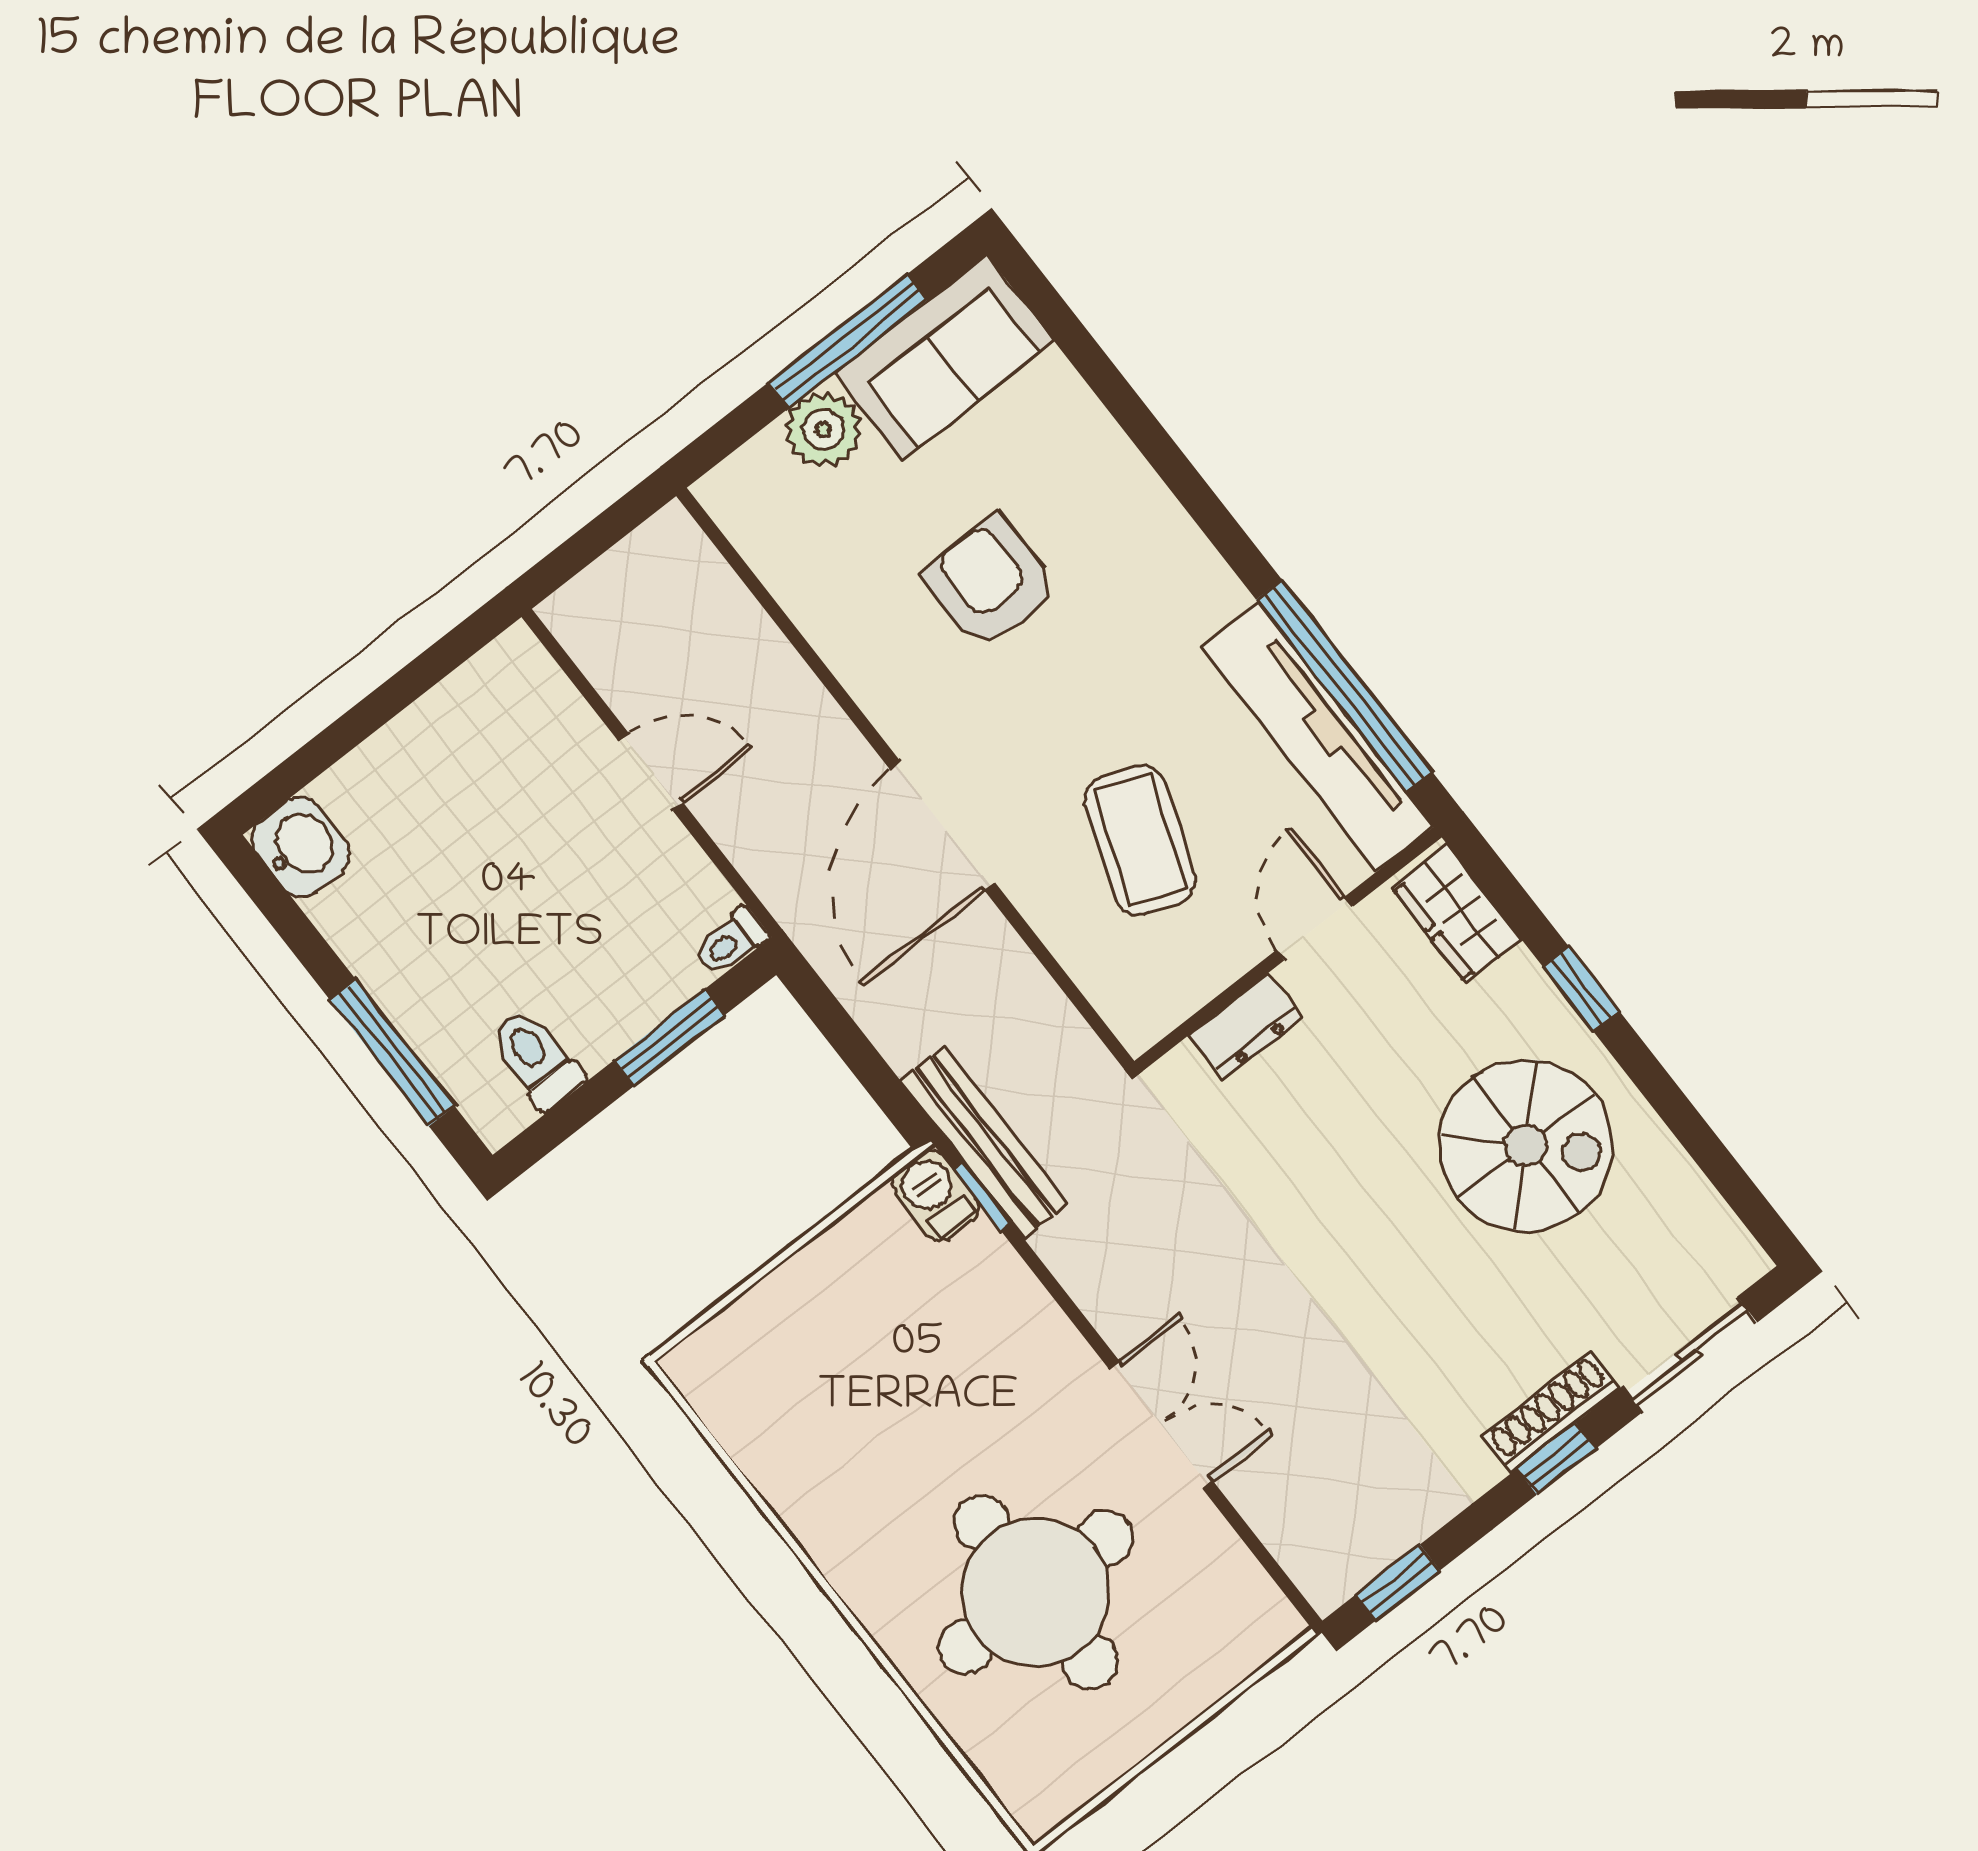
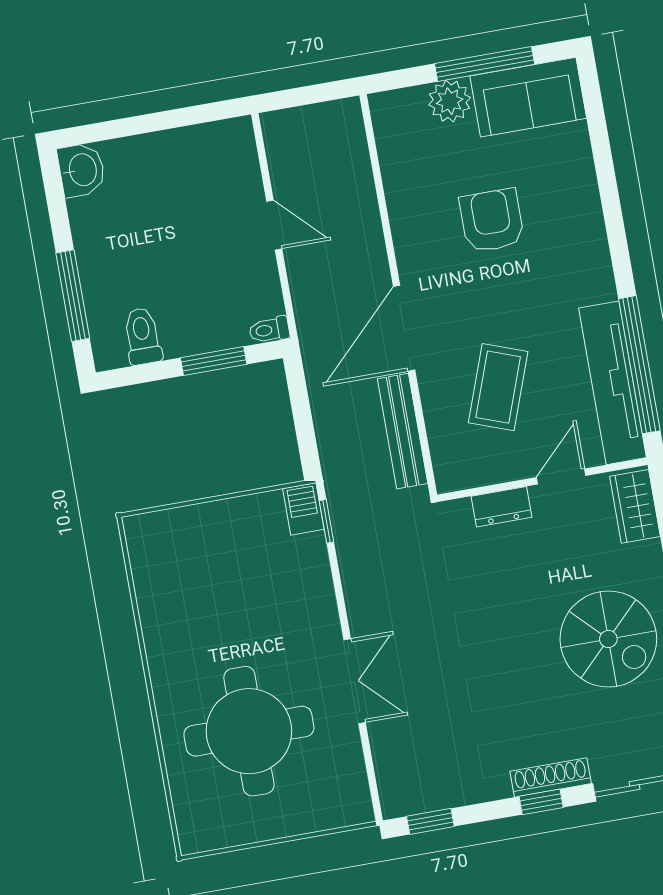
bench: (984, 1142) -> (403, 431), moved

